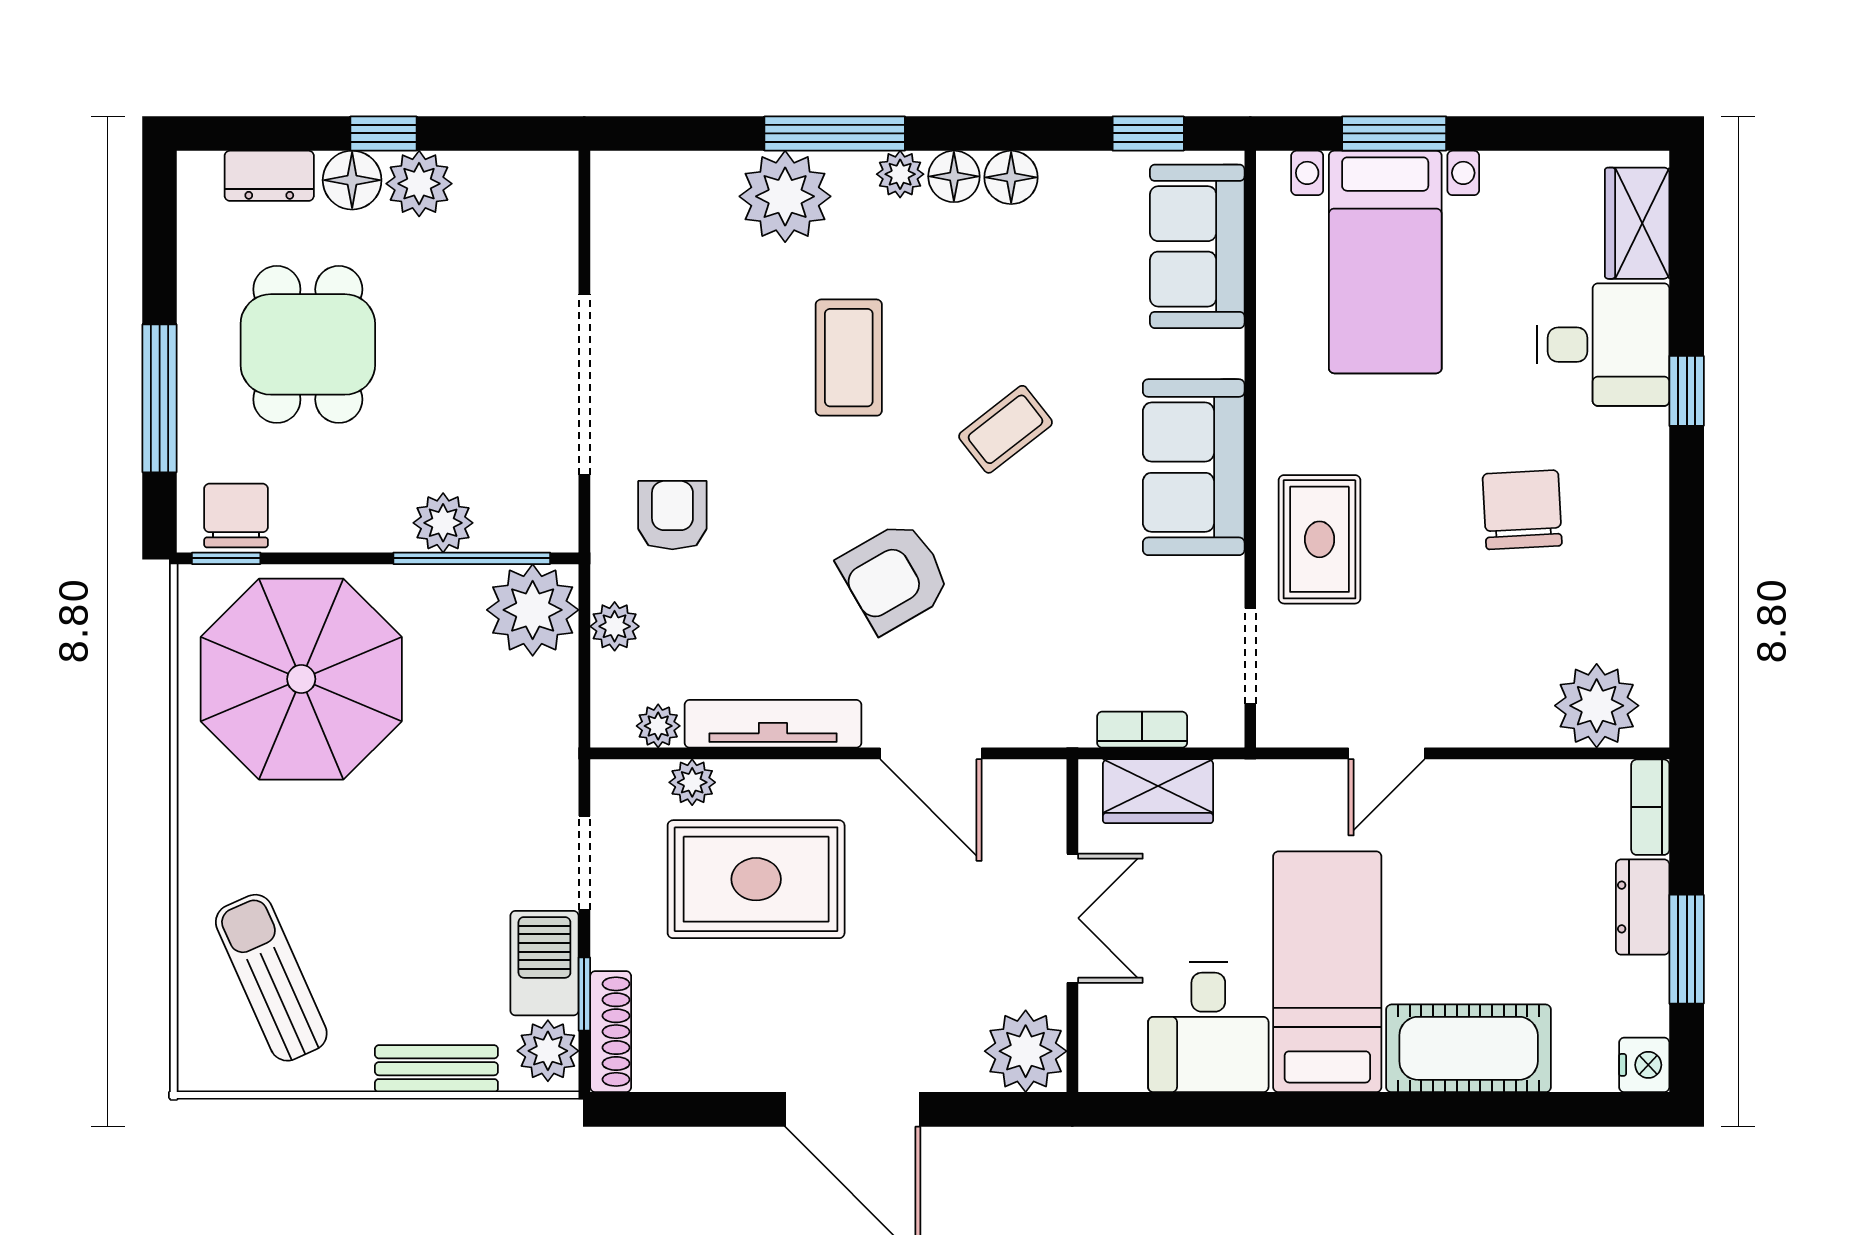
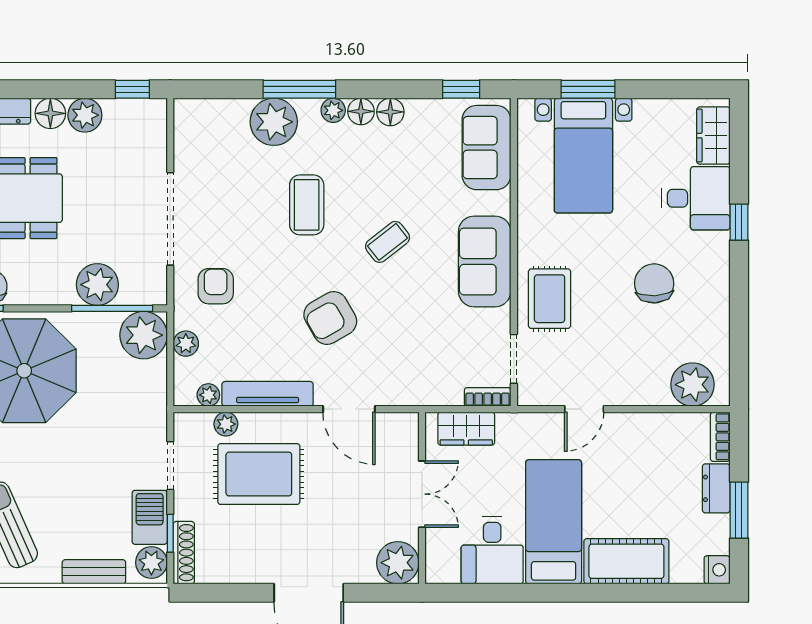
window: (384, 133) -> (132, 89), moved
plant: (443, 523) -> (97, 285), width x1.36, depth x1.36
bookcase: (1142, 730) -> (488, 397), moved

